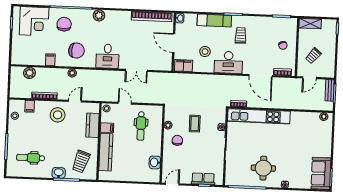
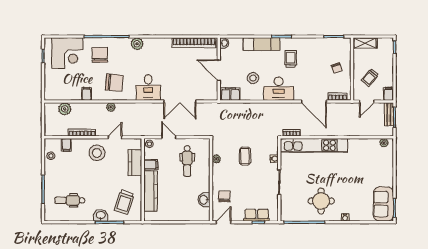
double door: (136, 70) -> (180, 101), width x1.37
filing cabinet: (330, 71) -> (388, 94), added
chair: (177, 140) -> (224, 196), moved

